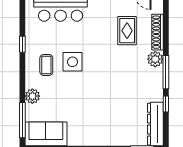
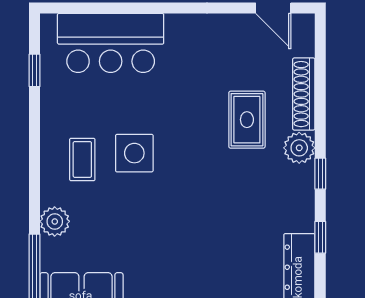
rug: (127, 31) -> (247, 120), moved
window: (22, 44) -> (34, 70), moved
window: (166, 72) -> (320, 174), width x0.46

